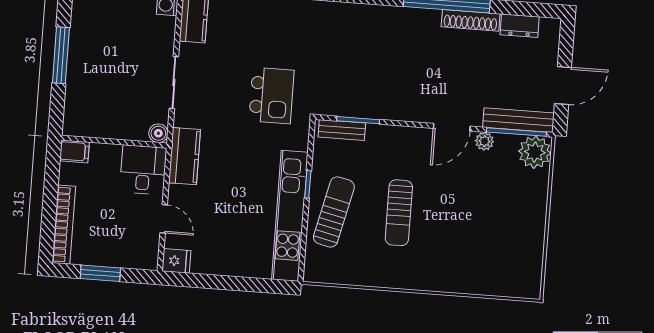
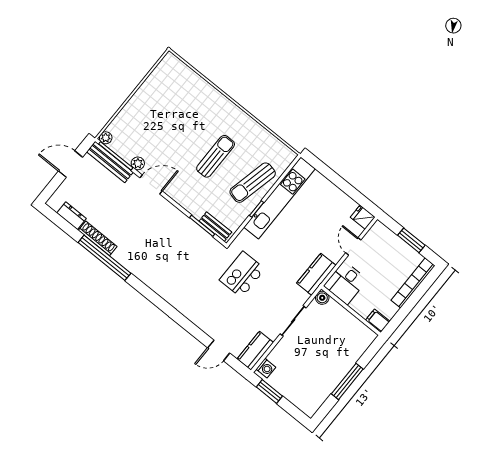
plant: (535, 152) -> (106, 138), width x0.53, depth x0.53

